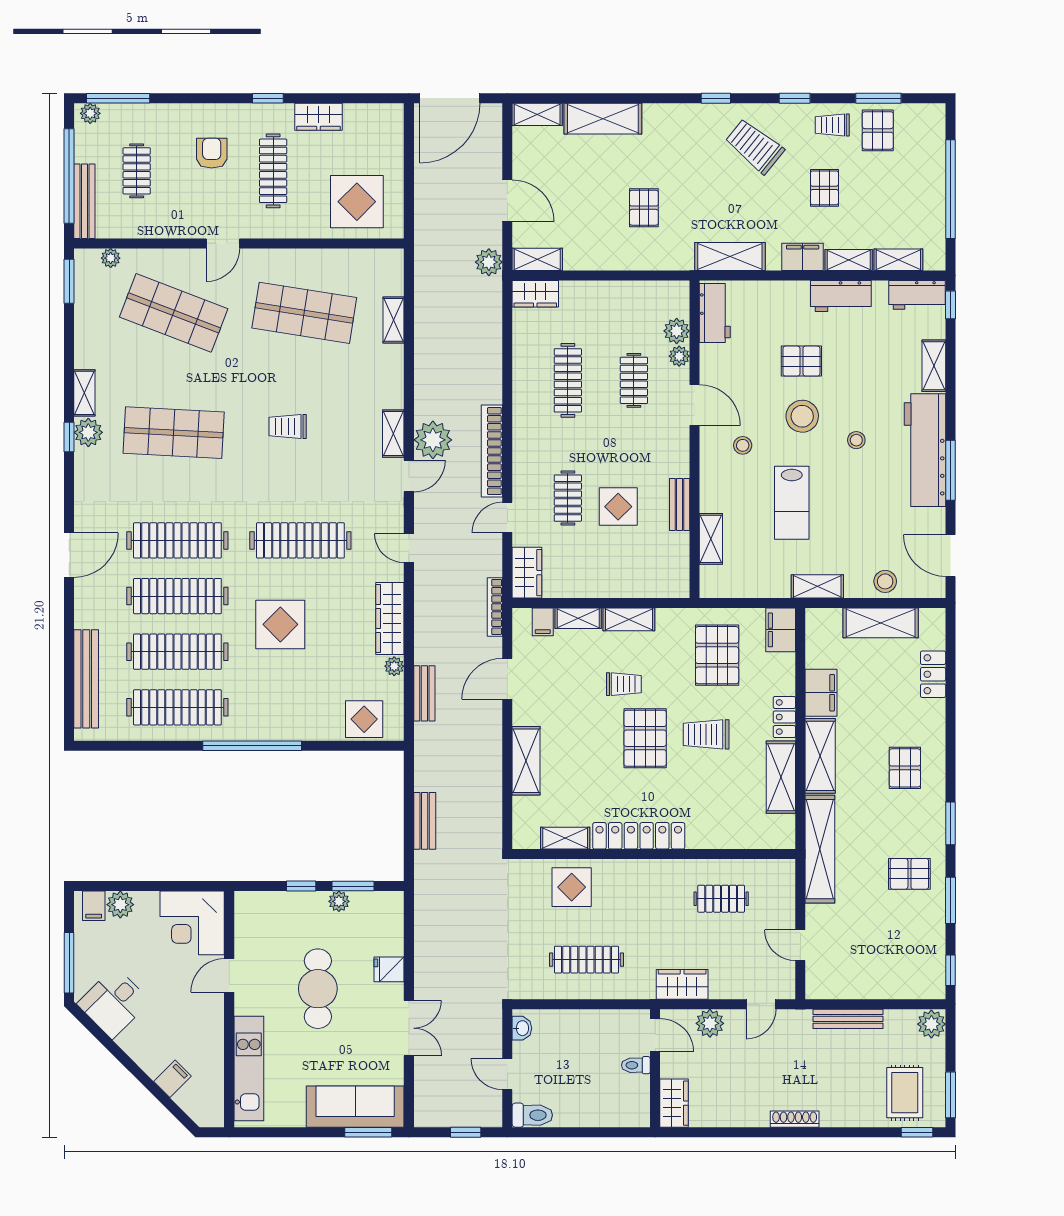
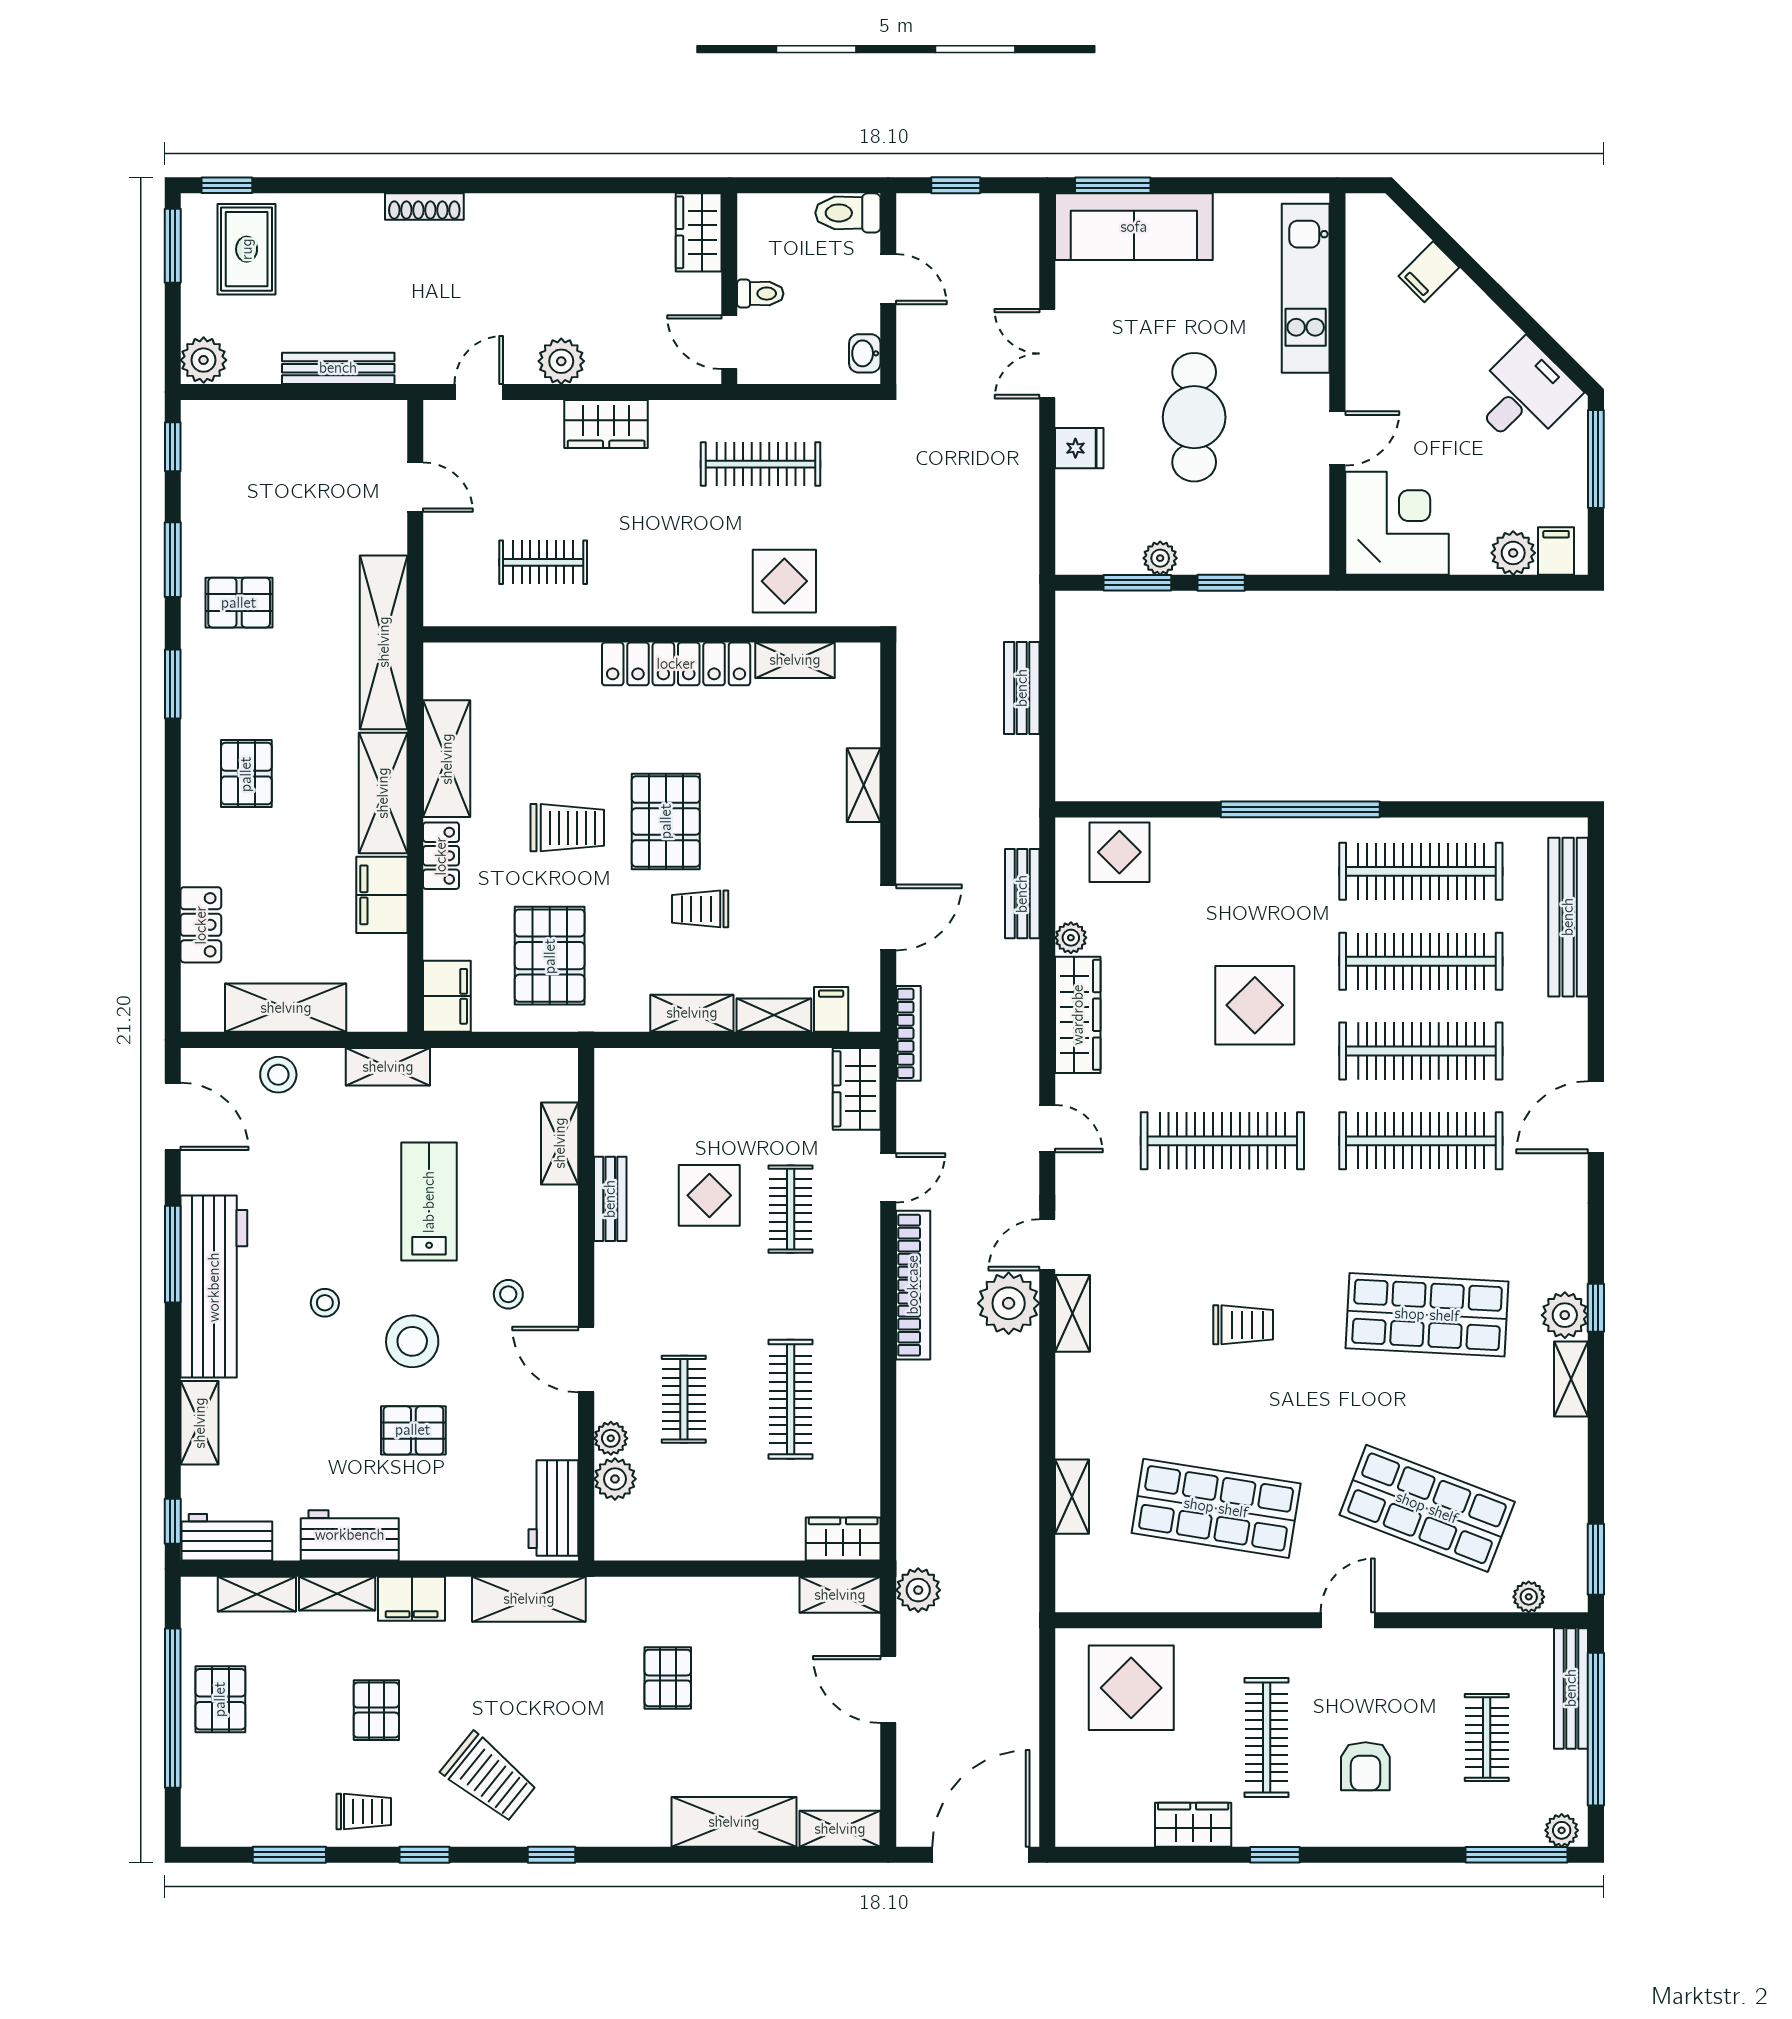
pallet: (878, 130) -> (220, 1699), moved
shelving: (526, 761) -> (864, 785), width x0.67, depth x0.75
door: (655, 1035) -> (729, 342), moved
toilet: (636, 1065) -> (760, 294), moved
wall: (655, 1068) -> (729, 289), moved
wardrobe: (674, 1103) -> (699, 232), moved

